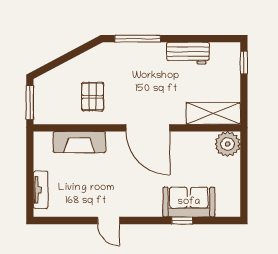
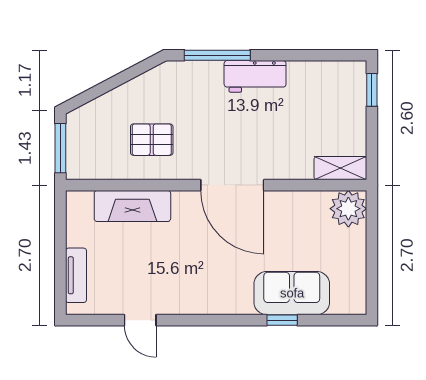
workbench: (188, 53) -> (255, 76), moved
pallet: (93, 97) -> (152, 140), turned 90
shelving: (213, 113) -> (340, 168), width x0.67, depth x0.75
door: (109, 221) -> (140, 320), moved

